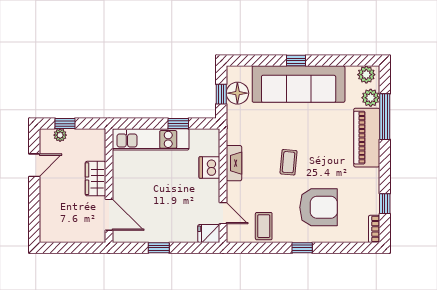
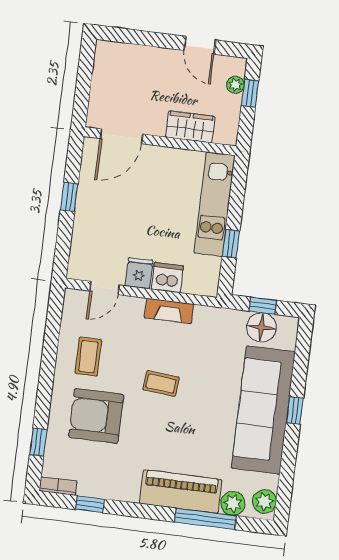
wardrobe: (96, 179) -> (190, 127), moved
armchair: (319, 207) -> (96, 416), turned 90
coffee table: (264, 226) -> (88, 357), moved, turned 90
fridge: (209, 234) -> (139, 273), moved
window: (302, 248) -> (38, 442), moved

